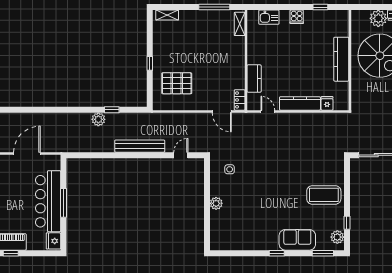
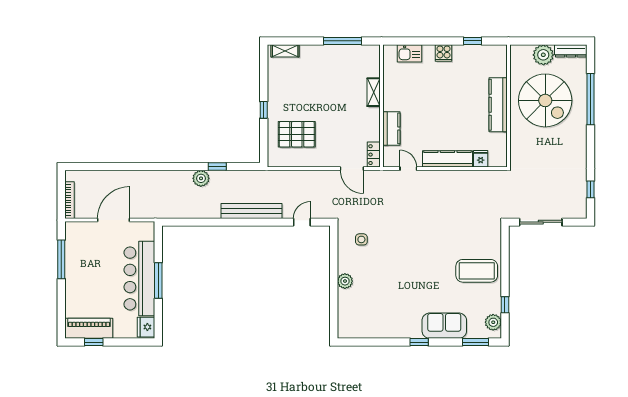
shelving: (240, 24) -> (374, 92), moved

